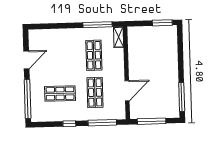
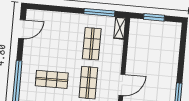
window: (162, 23) -> (154, 17), moved
door: (26, 60) -> (22, 29), moved

